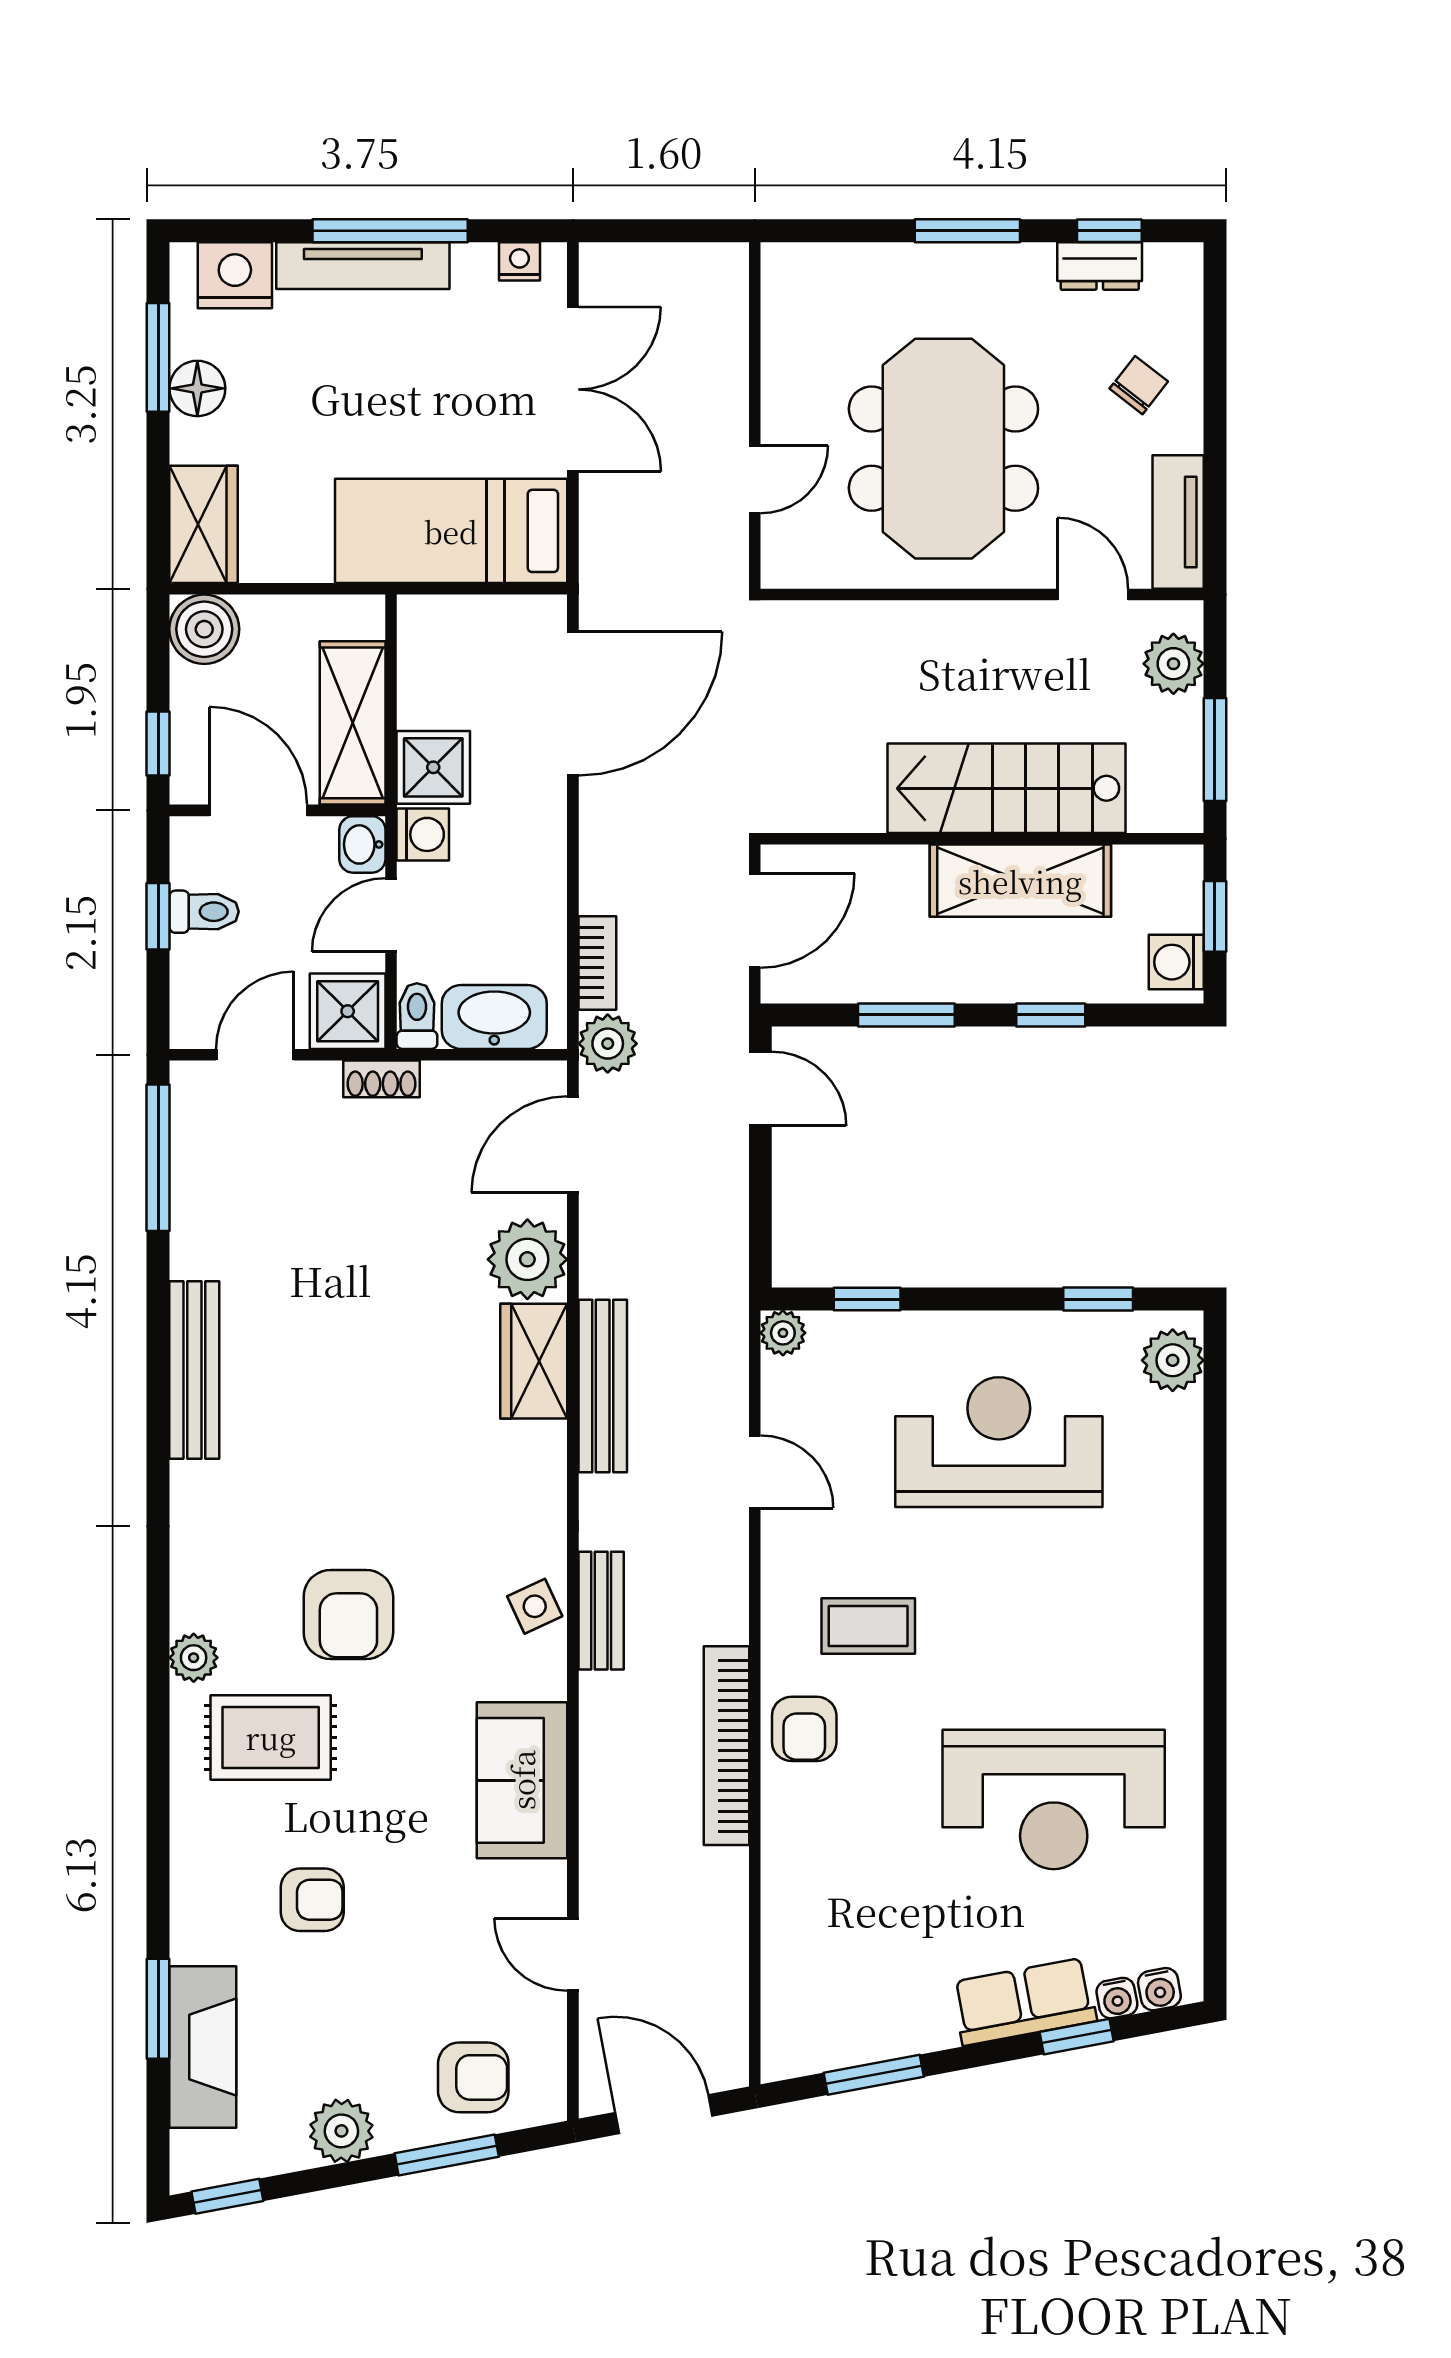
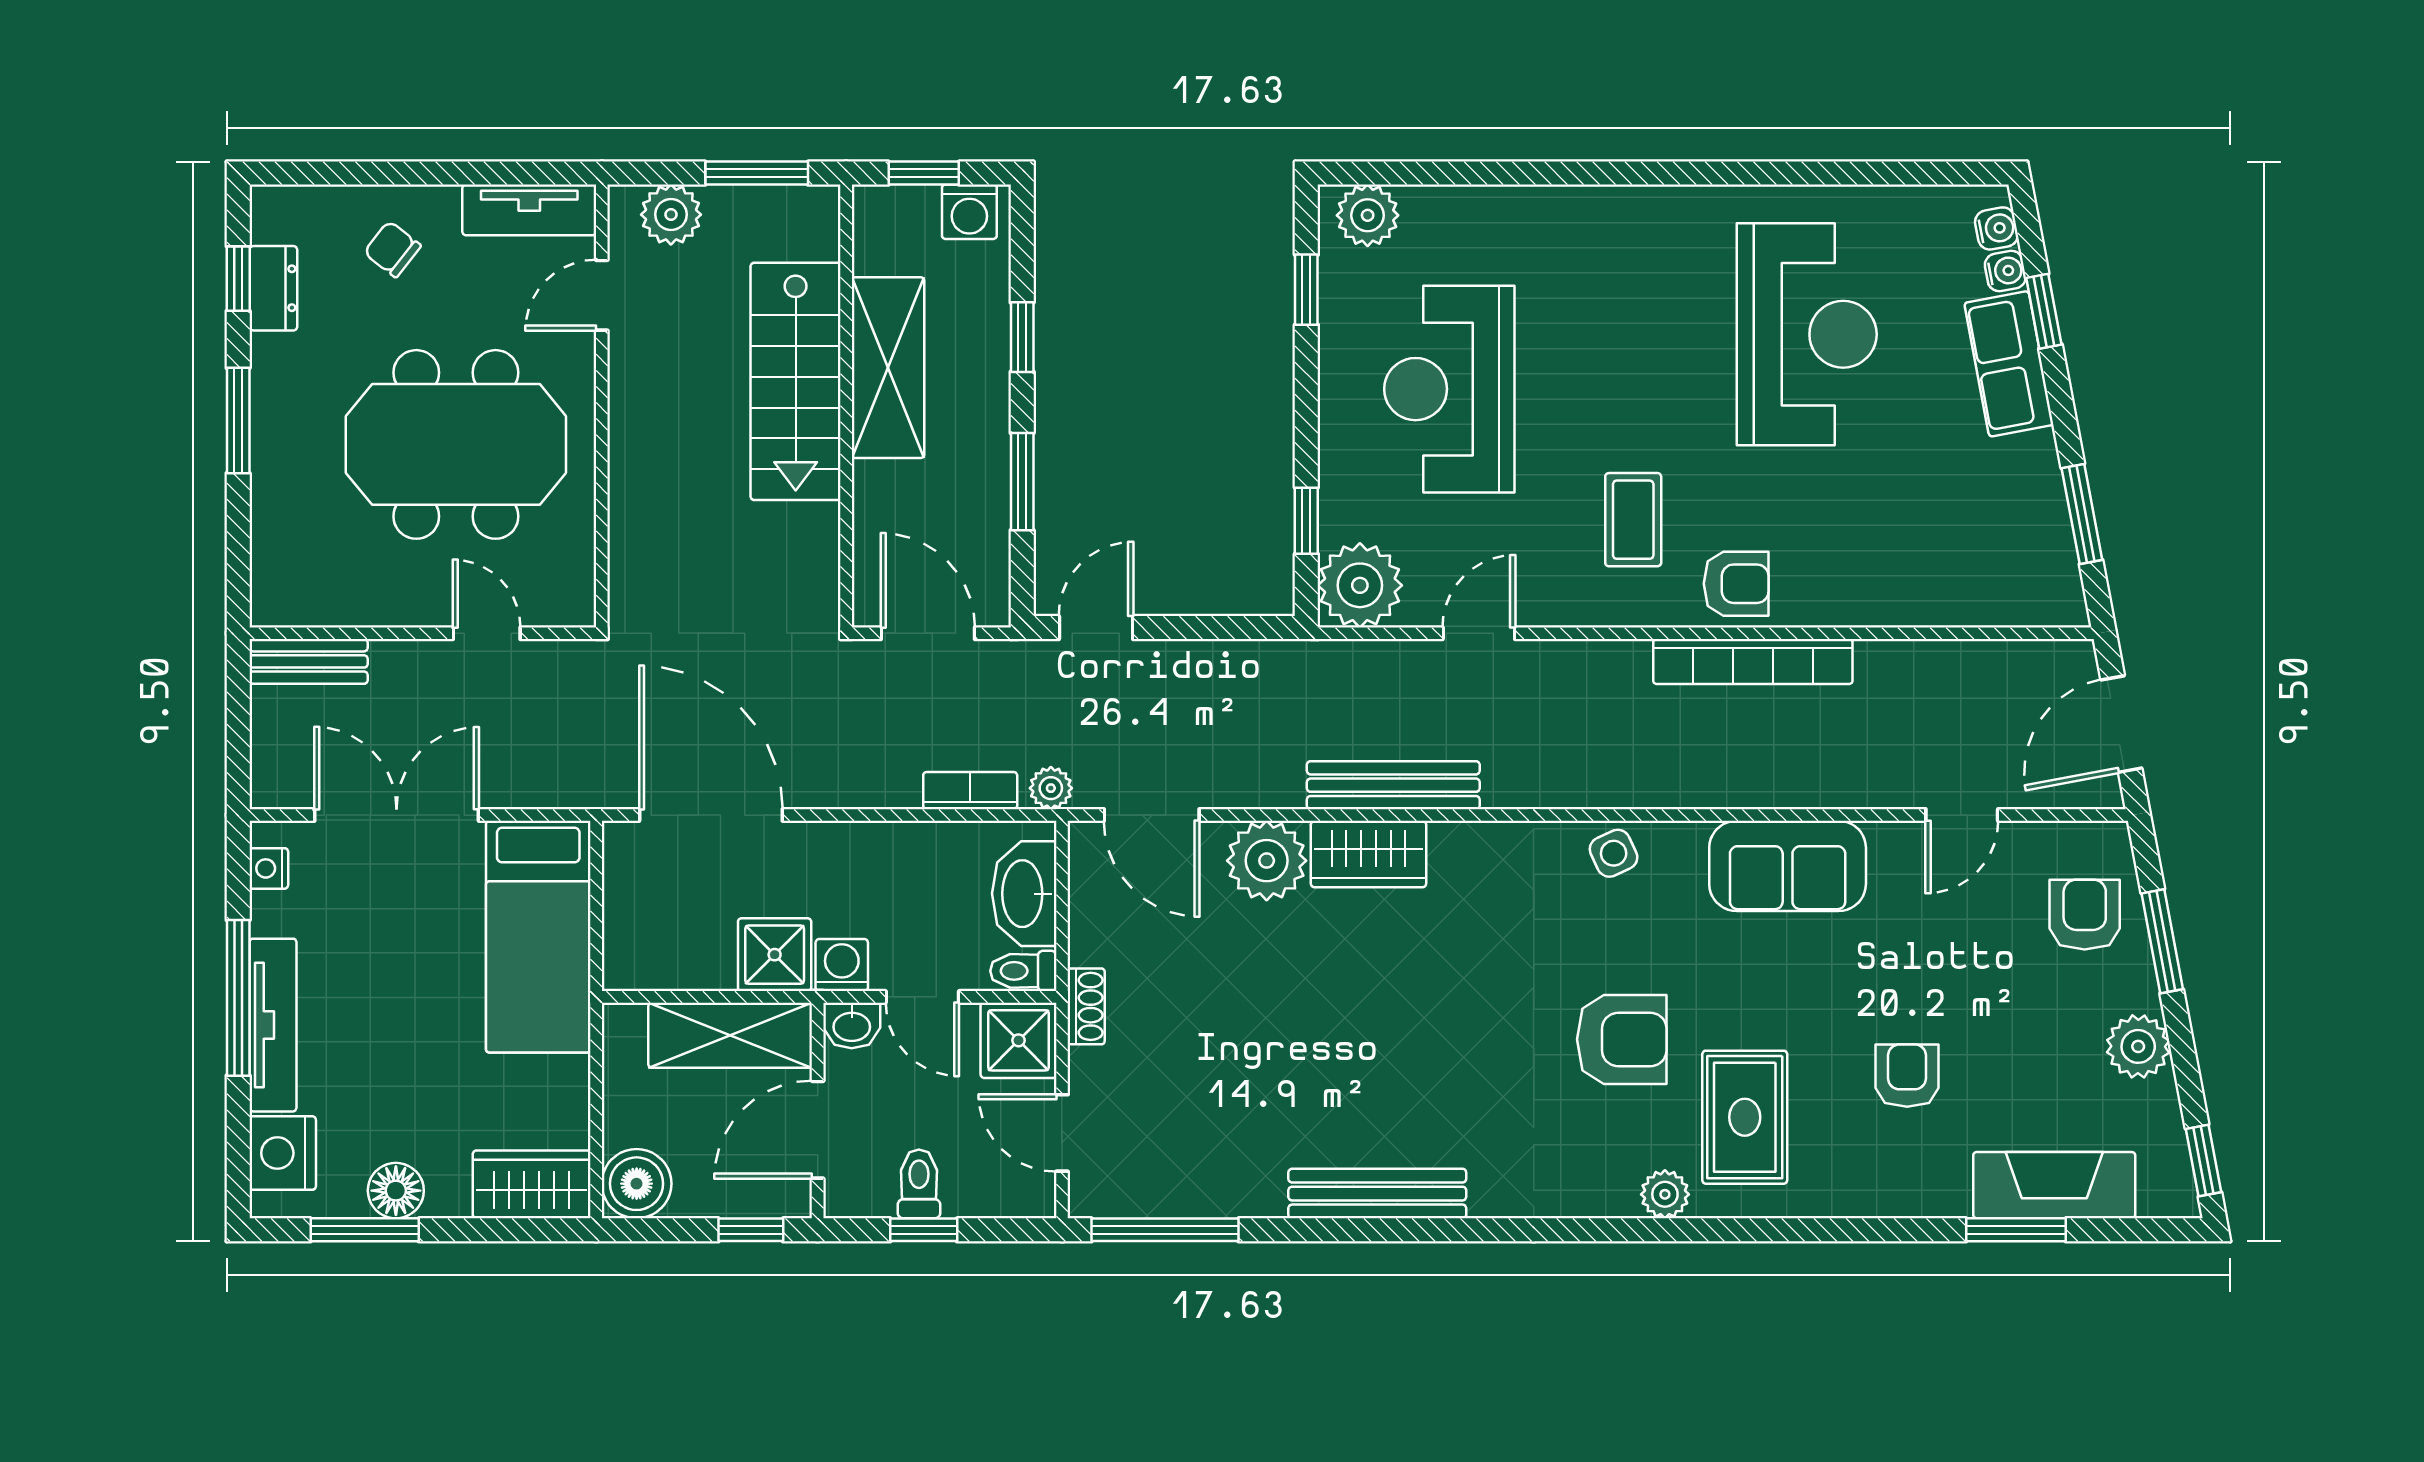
plant: (608, 1044) -> (1051, 788), width x0.73, depth x0.73
plant: (783, 1333) -> (1360, 585), width x1.88, depth x1.88
bench: (601, 1611) -> (309, 661), moved

